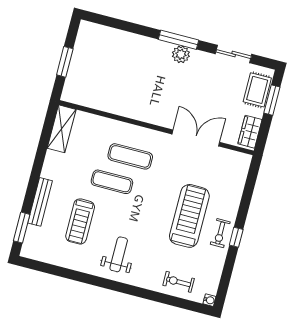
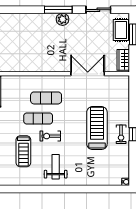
exercise bike: (179, 282) -> (50, 136), moved

